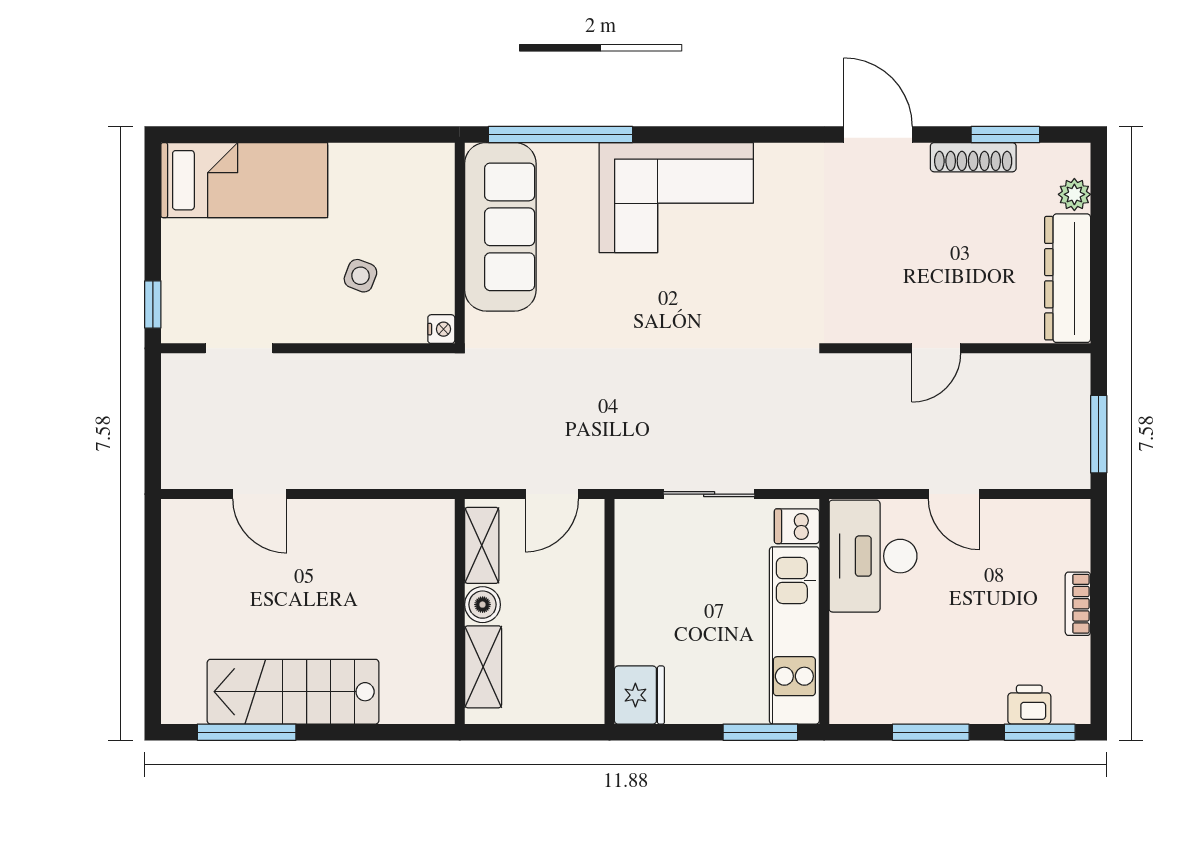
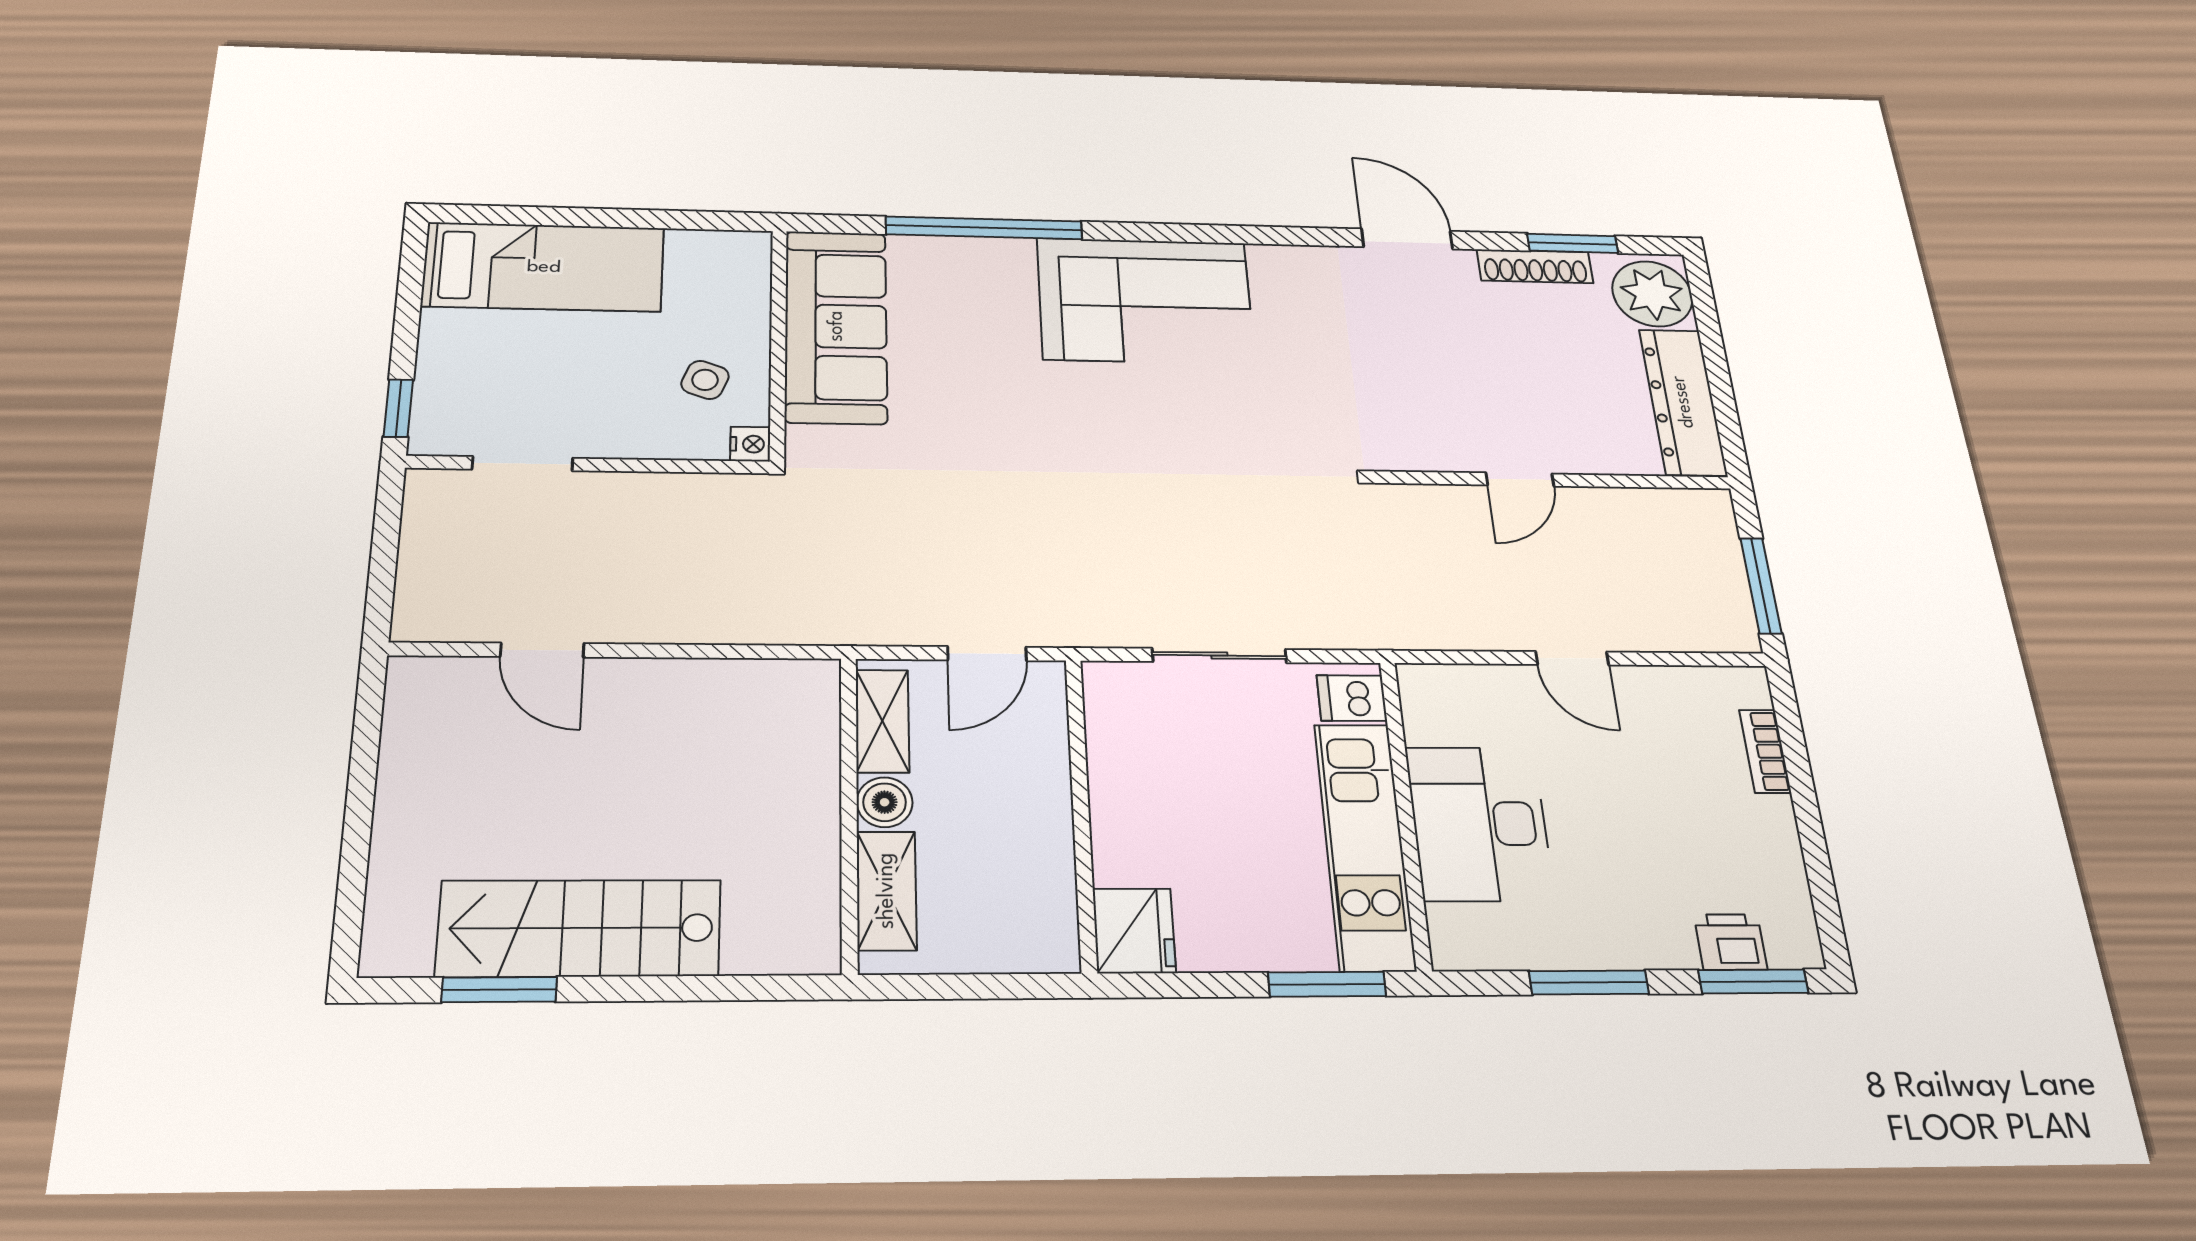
plant: (1074, 194) -> (1652, 294), width x1.87, depth x1.87
sofa: (500, 227) -> (836, 326), moved
wall: (460, 243) -> (778, 343), moved
nightstand: (441, 329) -> (750, 444), moved
desk: (873, 556) -> (1479, 823), moved
bookcase: (1078, 604) -> (1765, 751), moved
window: (247, 732) -> (499, 990), width x0.69

